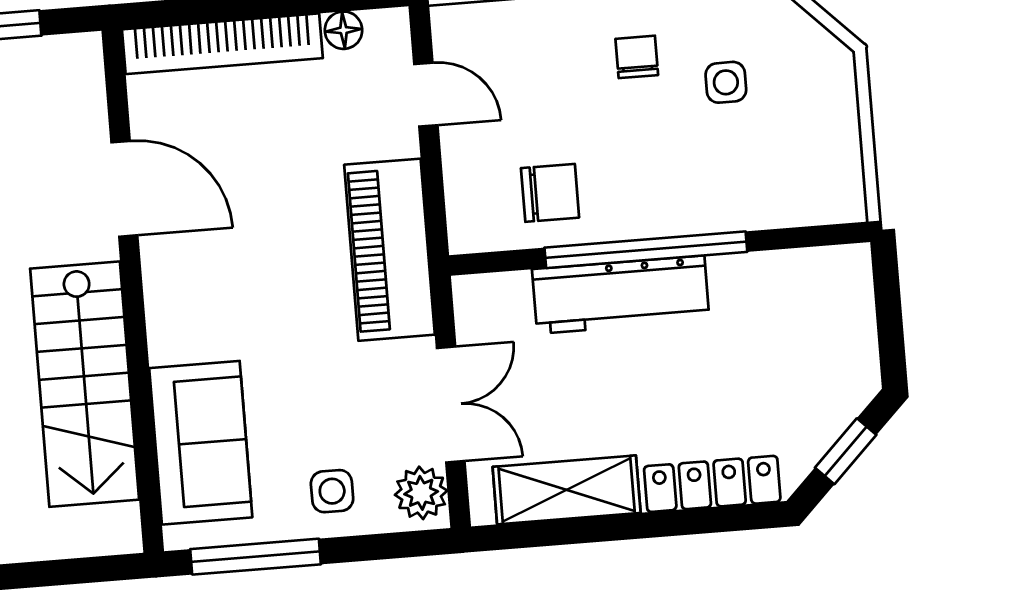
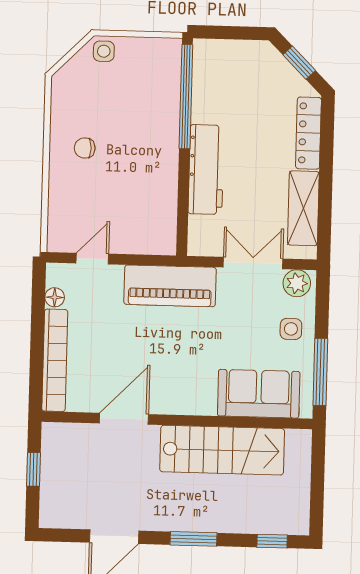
side table: (726, 82) -> (104, 51), moved
chair: (550, 193) -> (150, 200), removed
window: (646, 250) -> (186, 97), moved

